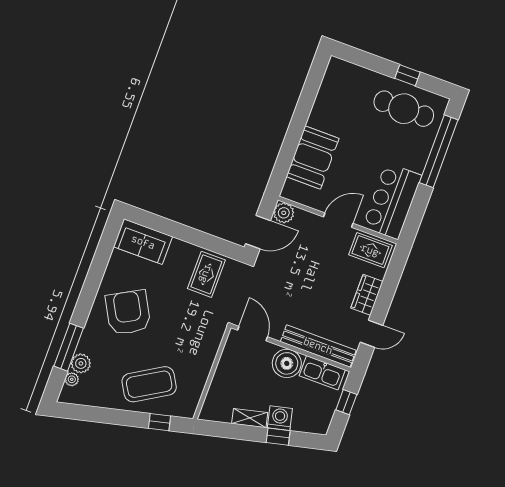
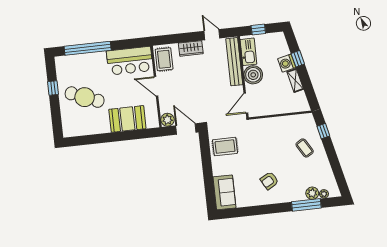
cafe table: (404, 109) -> (85, 97), moved, turned -68
armchair: (128, 312) -> (269, 181), width x0.53, depth x0.53
coffee table: (149, 384) -> (305, 148), width x0.54, depth x0.58

